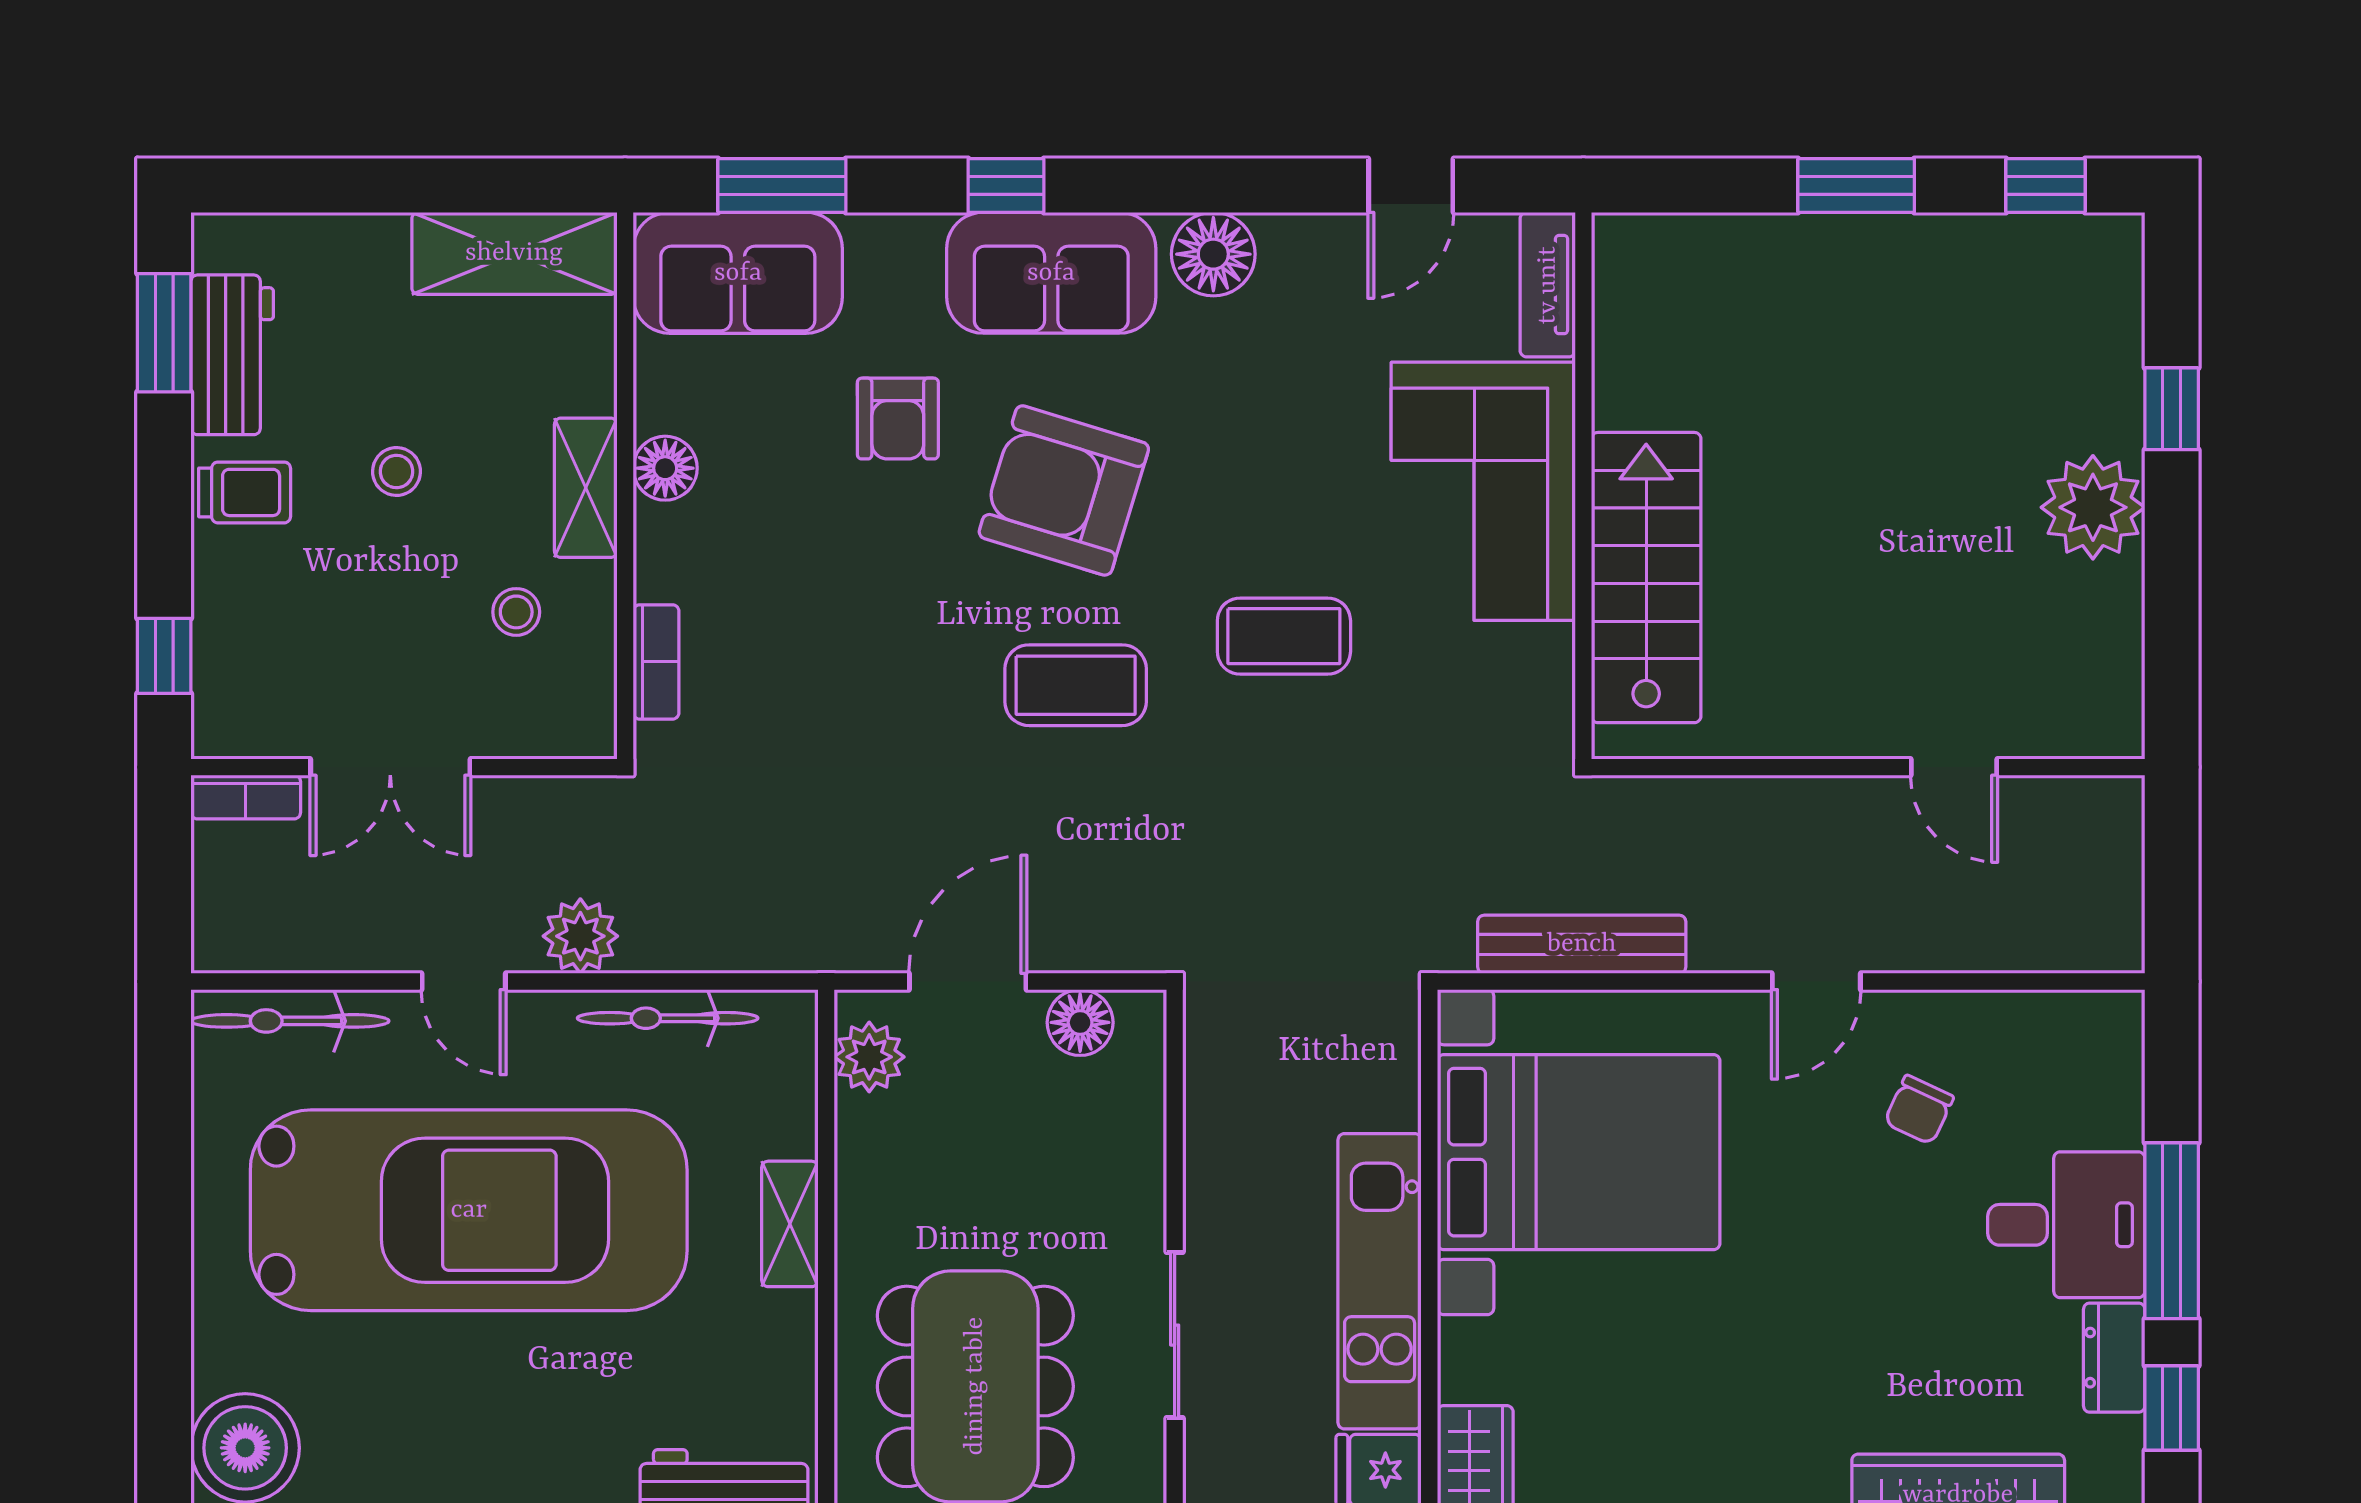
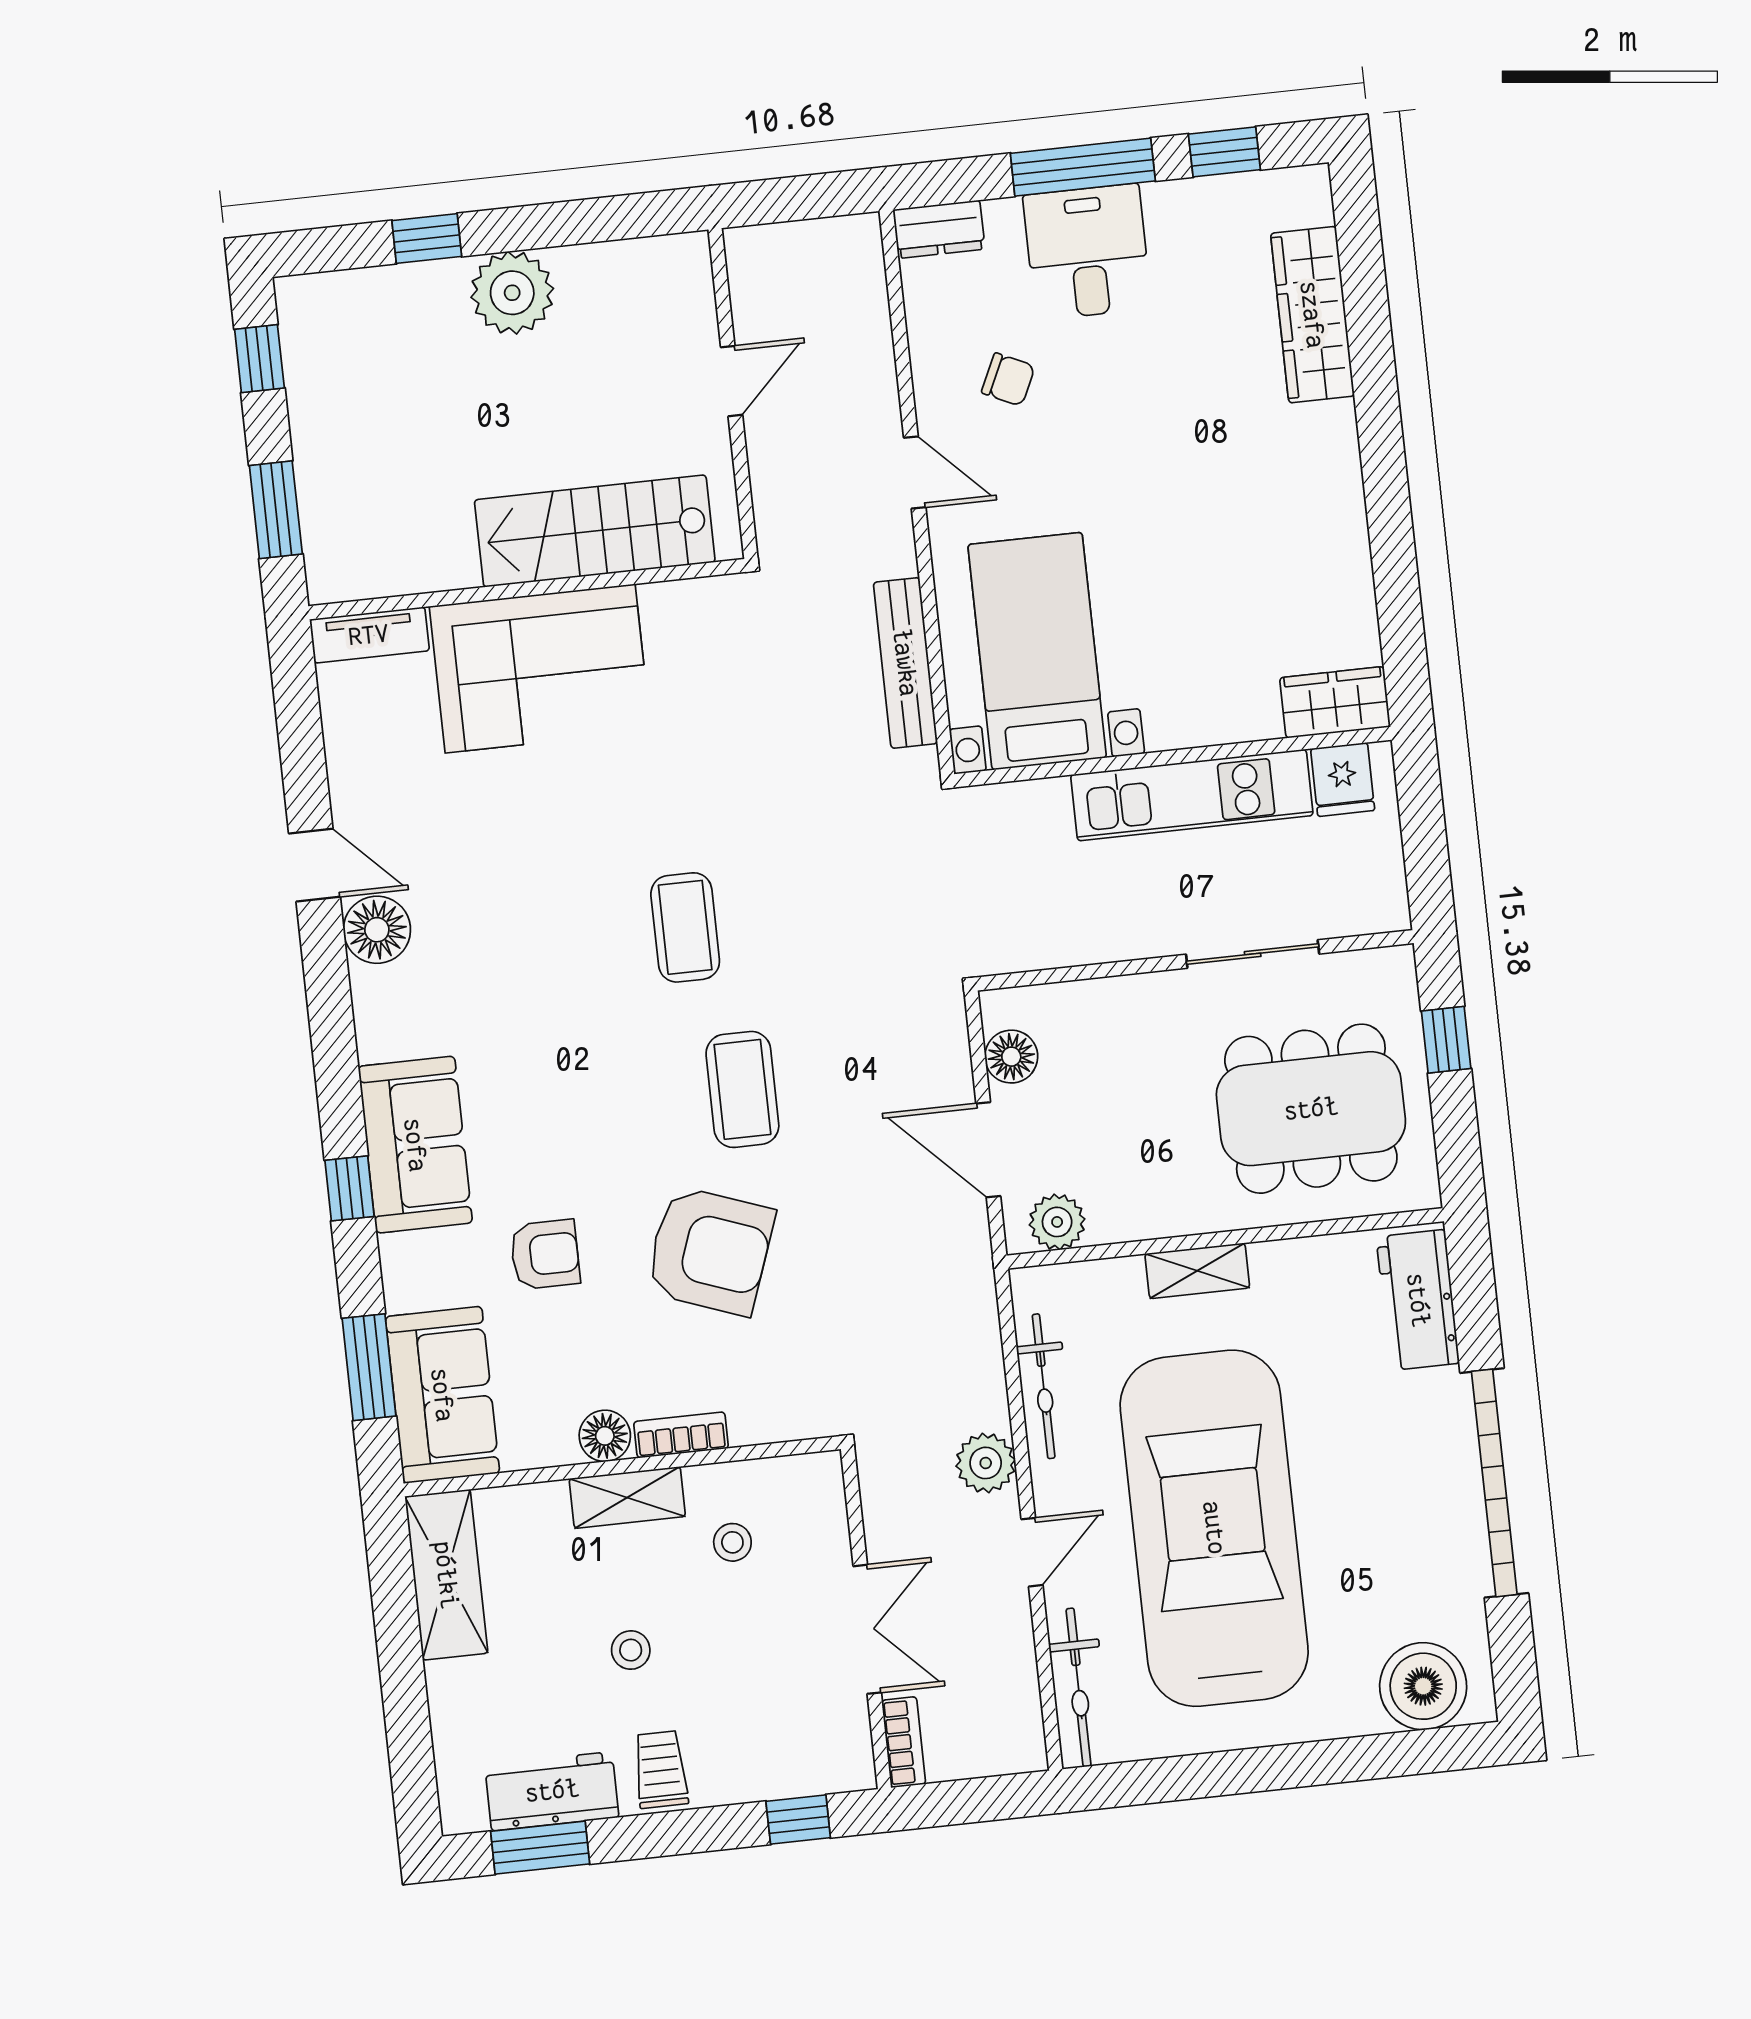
floor lamp: (1213, 254) -> (377, 930), moved
tv unit: (1548, 285) -> (369, 635), moved
wall: (1583, 486) -> (527, 589), moved
armchair: (1064, 490) -> (710, 1251), moved, turned -87
corner sofa: (1483, 491) -> (540, 669), moved
stairs: (1646, 578) -> (595, 531), moved
bookcase: (656, 662) -> (681, 1435), moved
bed with nightstands: (1579, 1152) -> (1037, 651), width x0.73
dresser: (2114, 1358) -> (939, 229), moved

